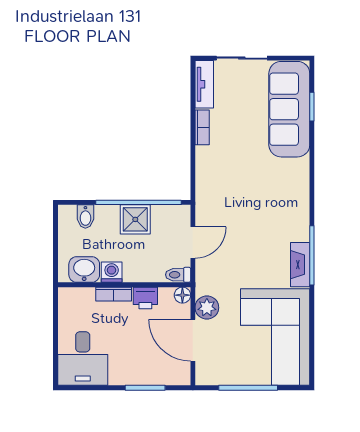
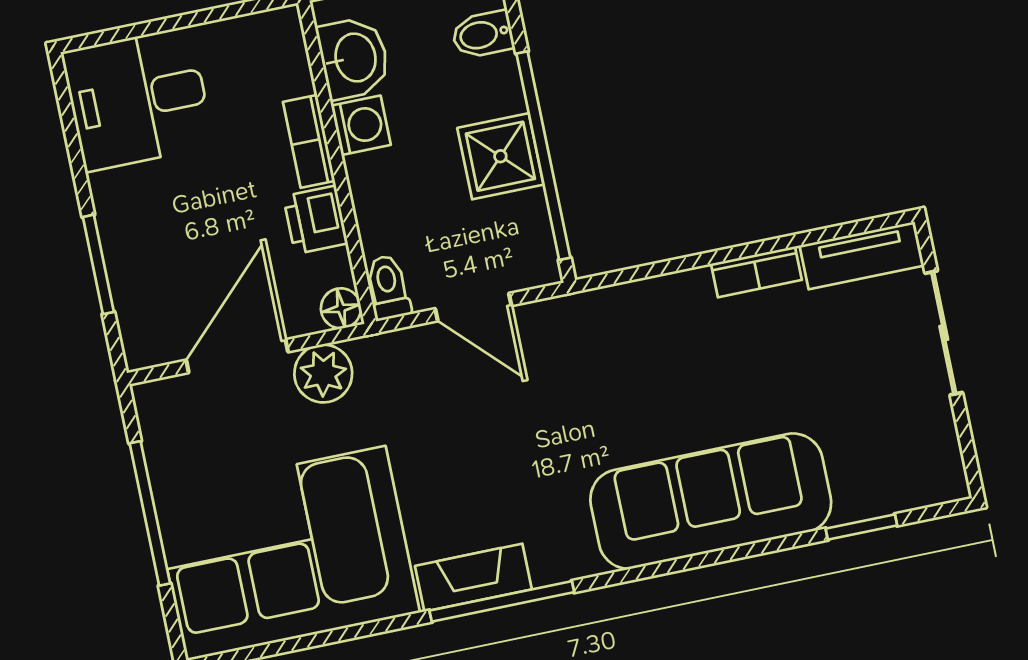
sofa: (289, 109) -> (711, 501), moved

